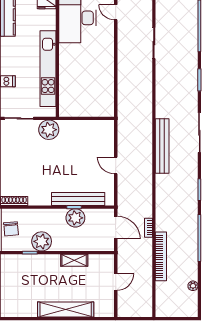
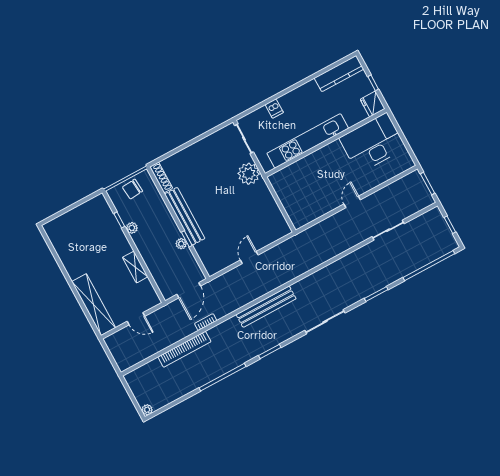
door: (116, 12) -> (352, 202), moved
bench: (162, 146) -> (266, 307), moved
bench: (78, 199) -> (185, 216), moved
plant: (75, 218) -> (181, 244), width x0.53, depth x0.53
plant: (42, 241) -> (132, 228), width x0.53, depth x0.53
plant: (193, 286) -> (147, 410), moved
shelving: (66, 310) -> (94, 305), moved

